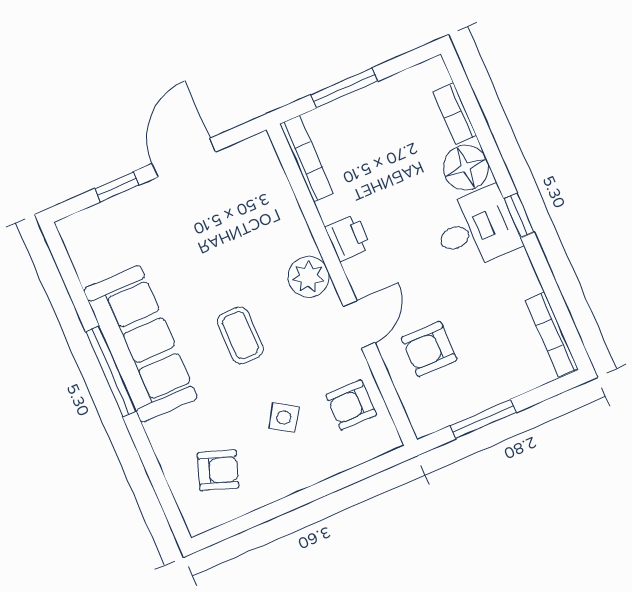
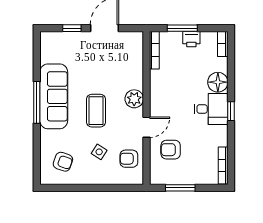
bookcase: (455, 114) -> (223, 44), moved
printer: (348, 238) -> (191, 39), moved, turned 90
coffee table: (240, 335) -> (96, 111), width x1.36, depth x1.30

